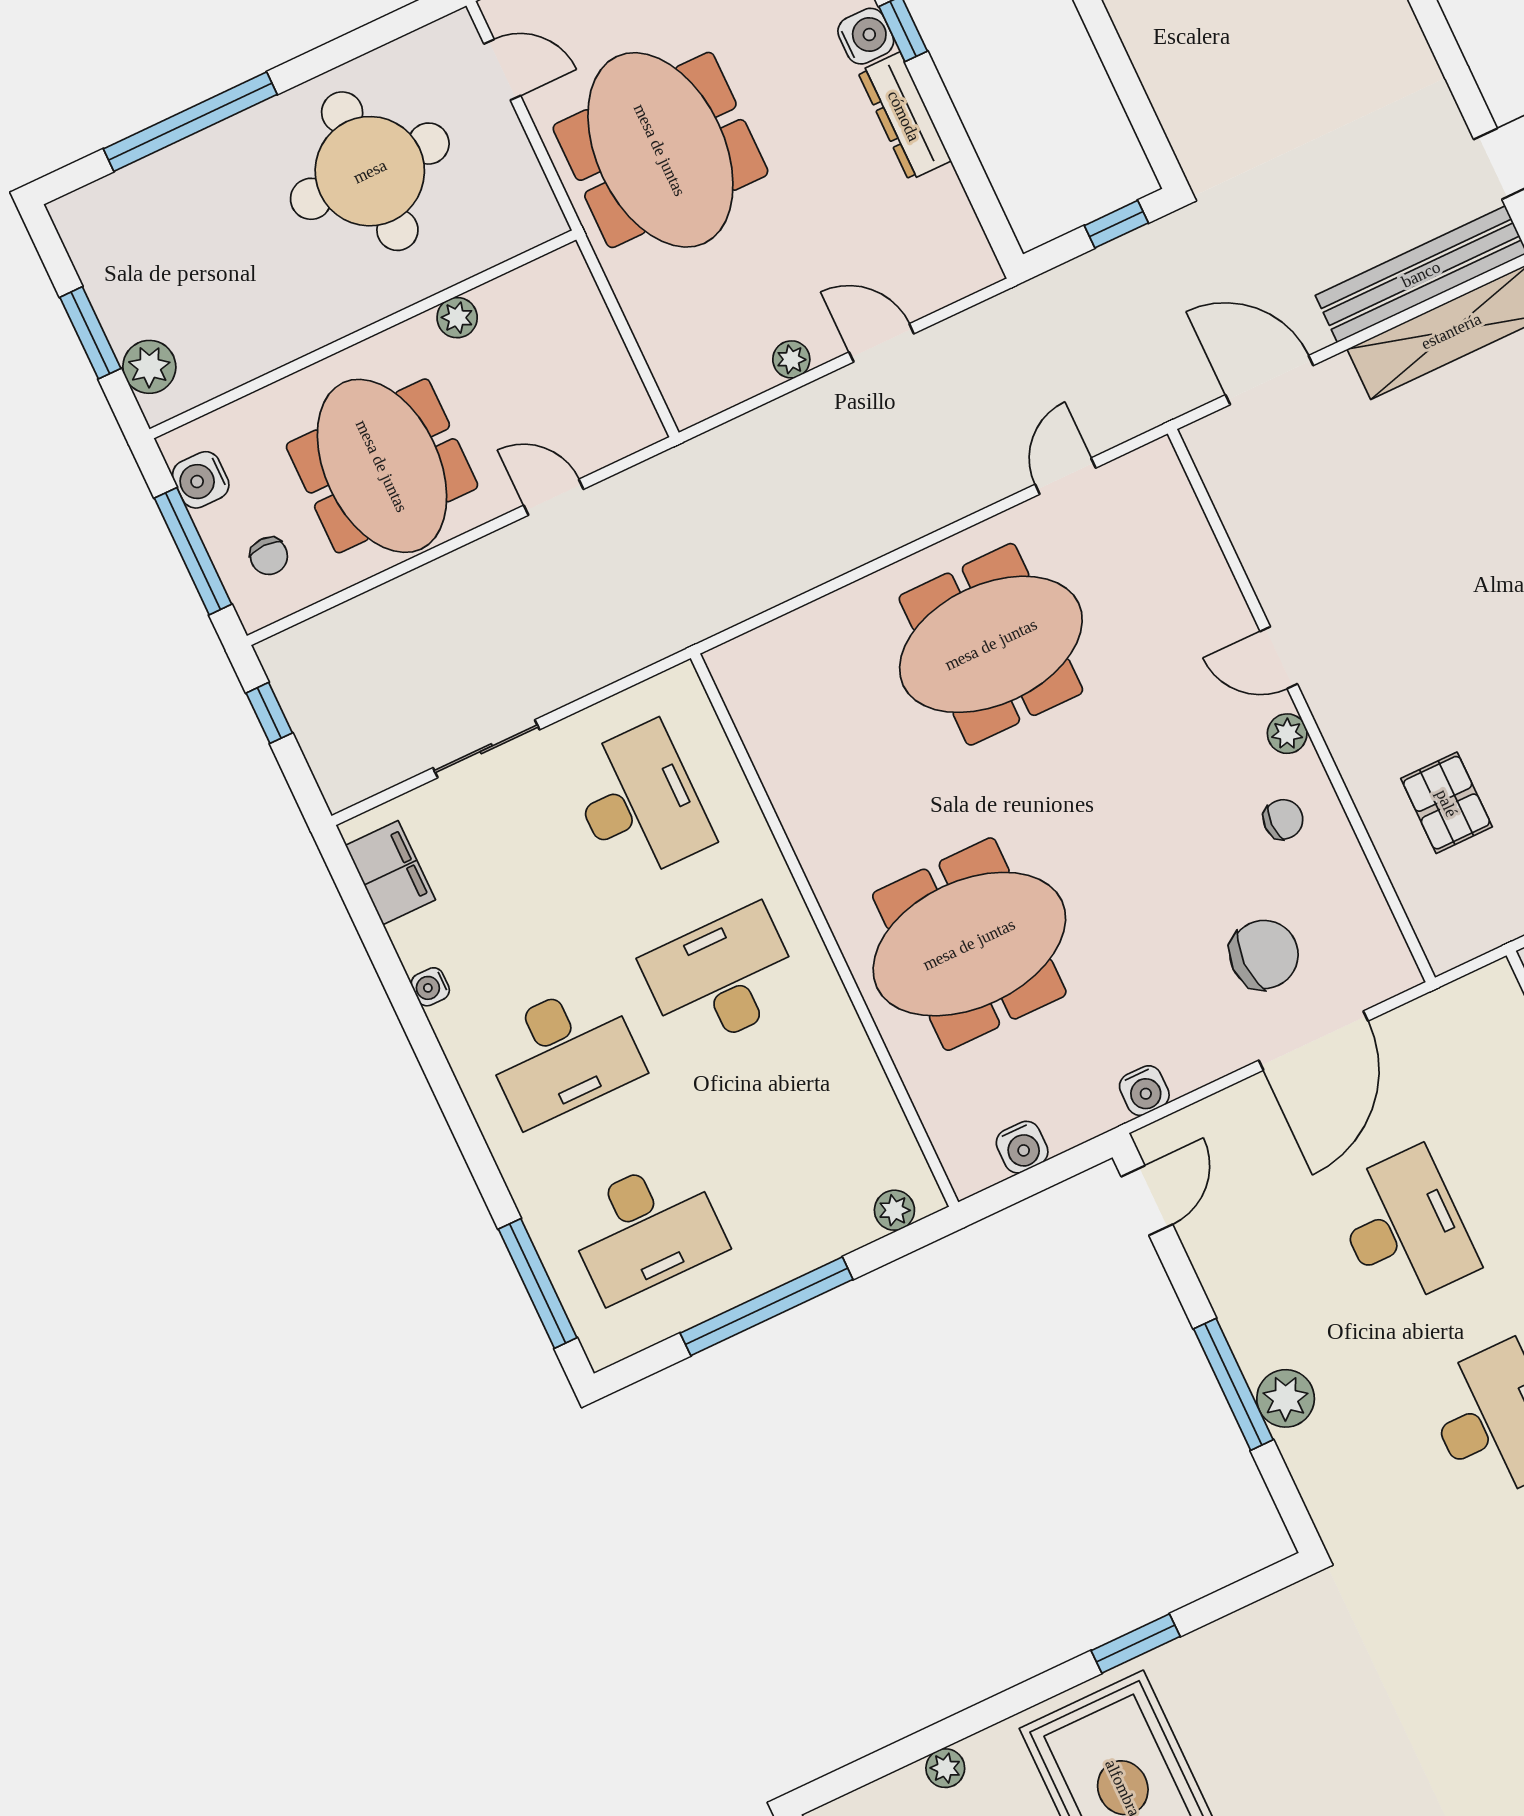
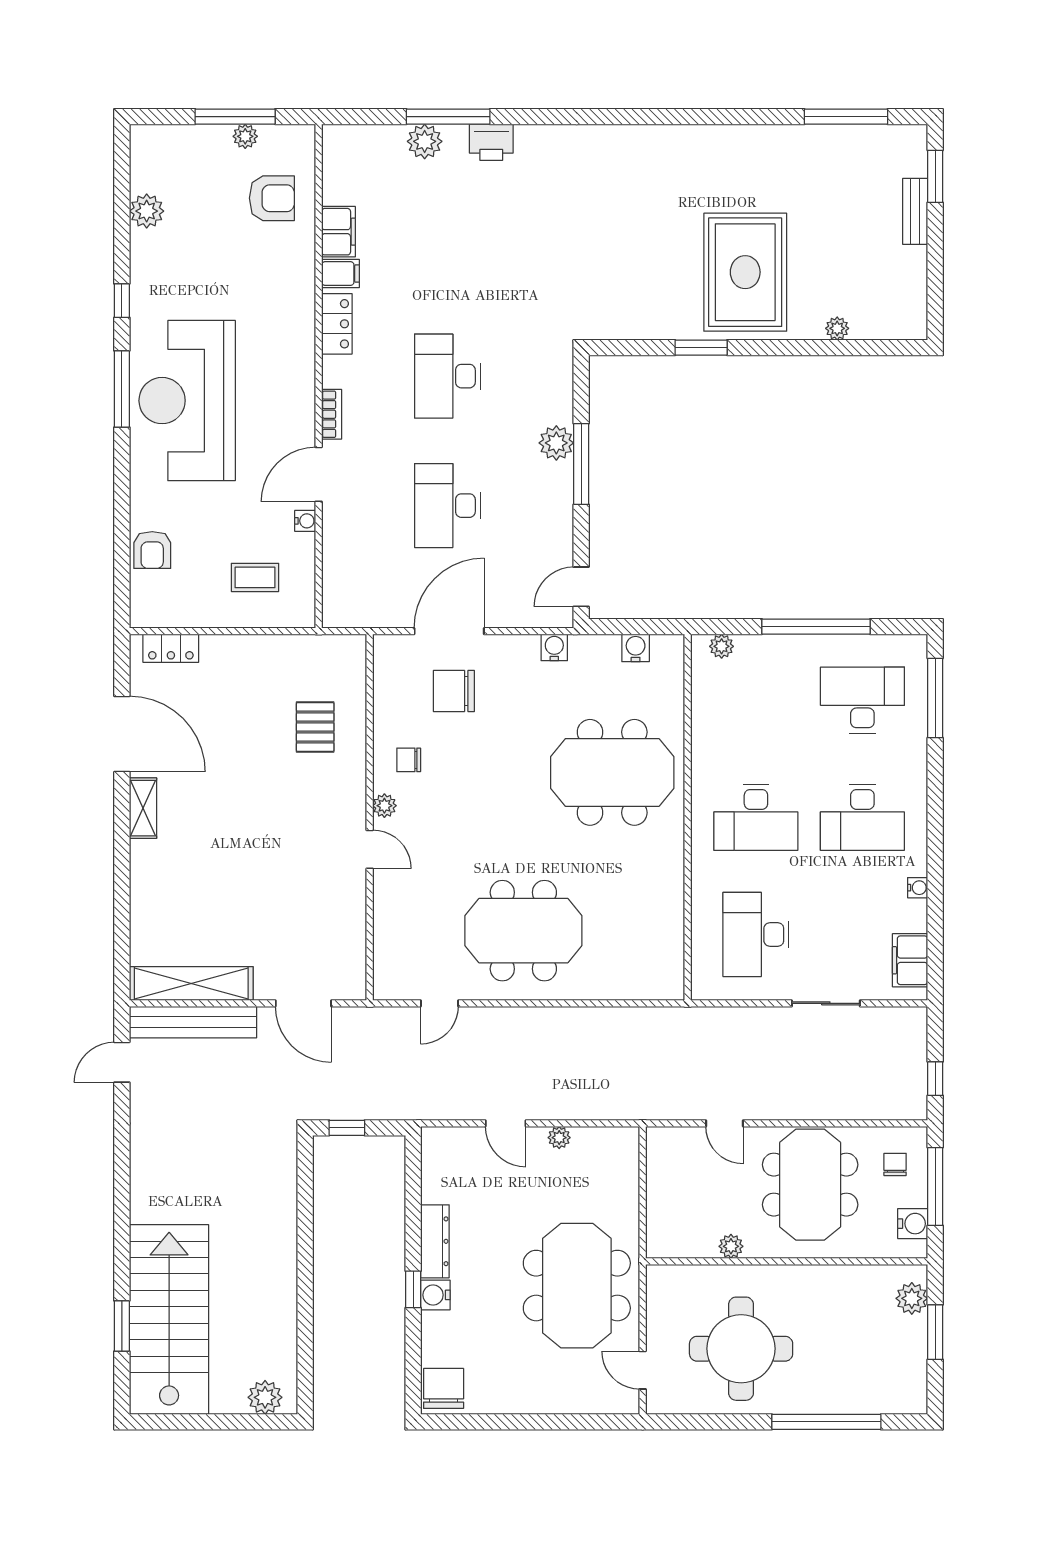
desk: (563, 1053) -> (862, 817), turned 180

